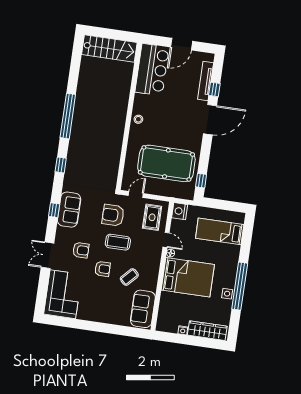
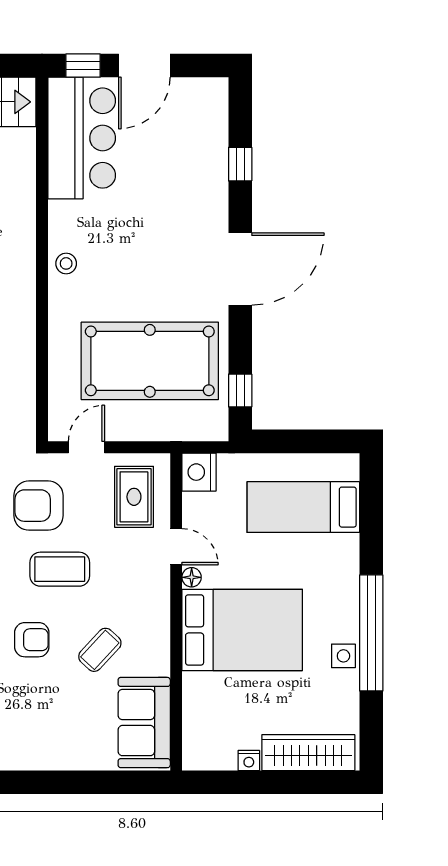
window: (157, 40) -> (83, 66), added
tv unit: (206, 81) -> (216, 147), removed
door: (210, 120) -> (240, 269), moved

